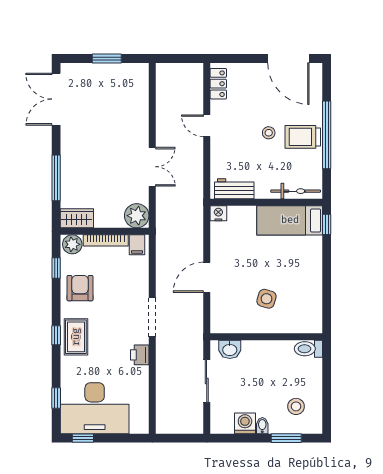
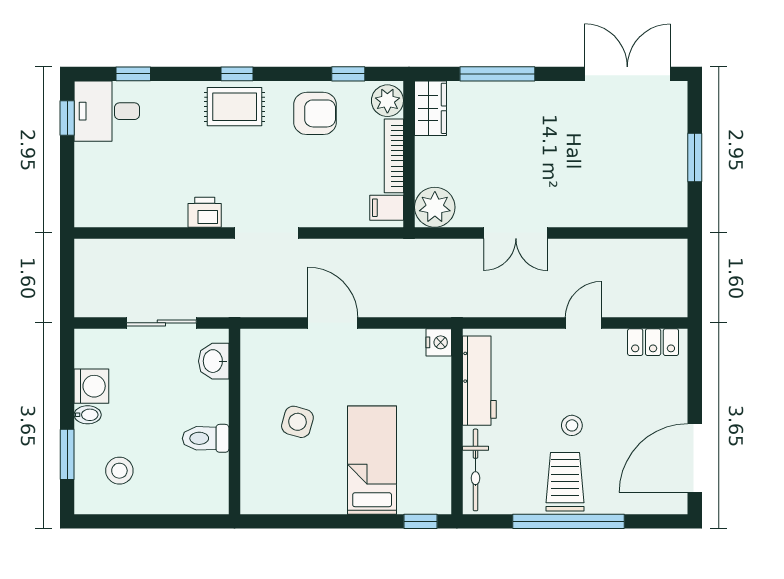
workbench: (234, 189) -> (479, 381), width x1.38
bed: (290, 220) -> (372, 460), moved
toilet: (308, 349) -> (206, 438), moved, turned -90
desk: (95, 408) -> (107, 111), width x0.53, depth x0.77

